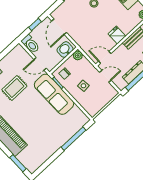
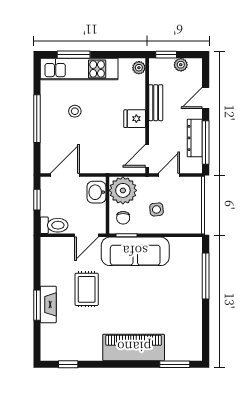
door: (59, 27) -> (65, 175), swing flipped
plant: (78, 55) -> (123, 190), width x1.88, depth x1.88

